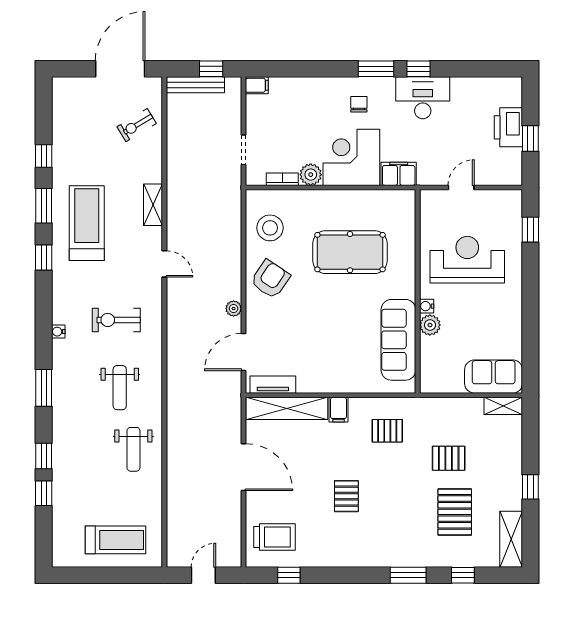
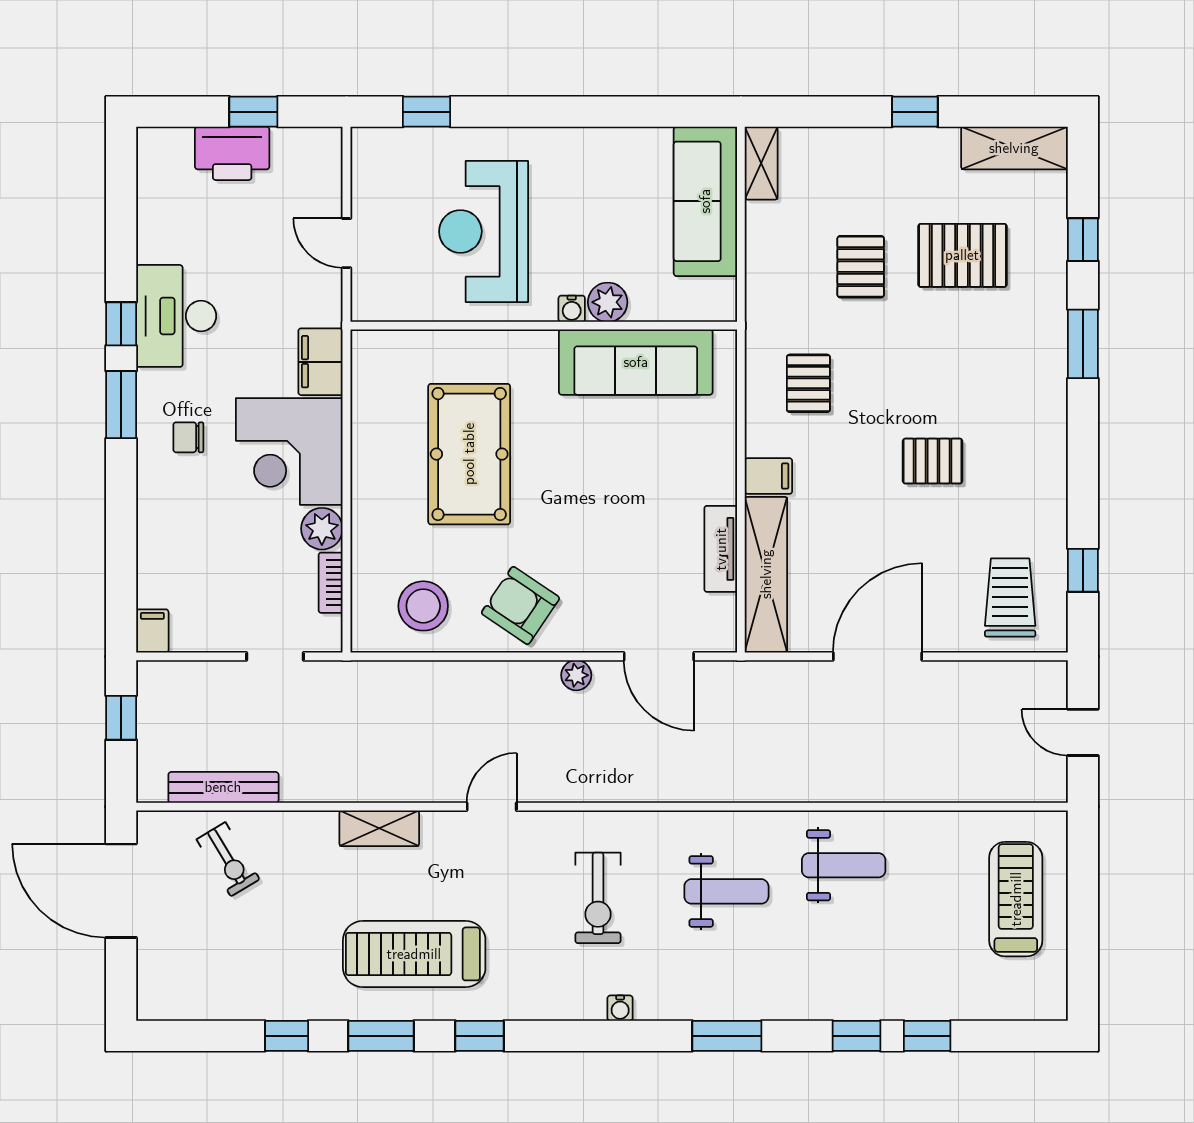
bench: (195, 85) -> (223, 787), moved, turned 90
sofa: (494, 377) -> (705, 201), width x1.36
tv unit: (273, 385) -> (721, 549), moved

